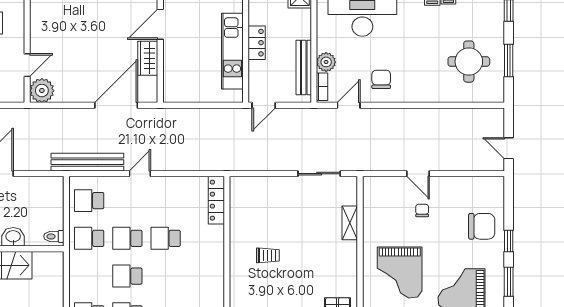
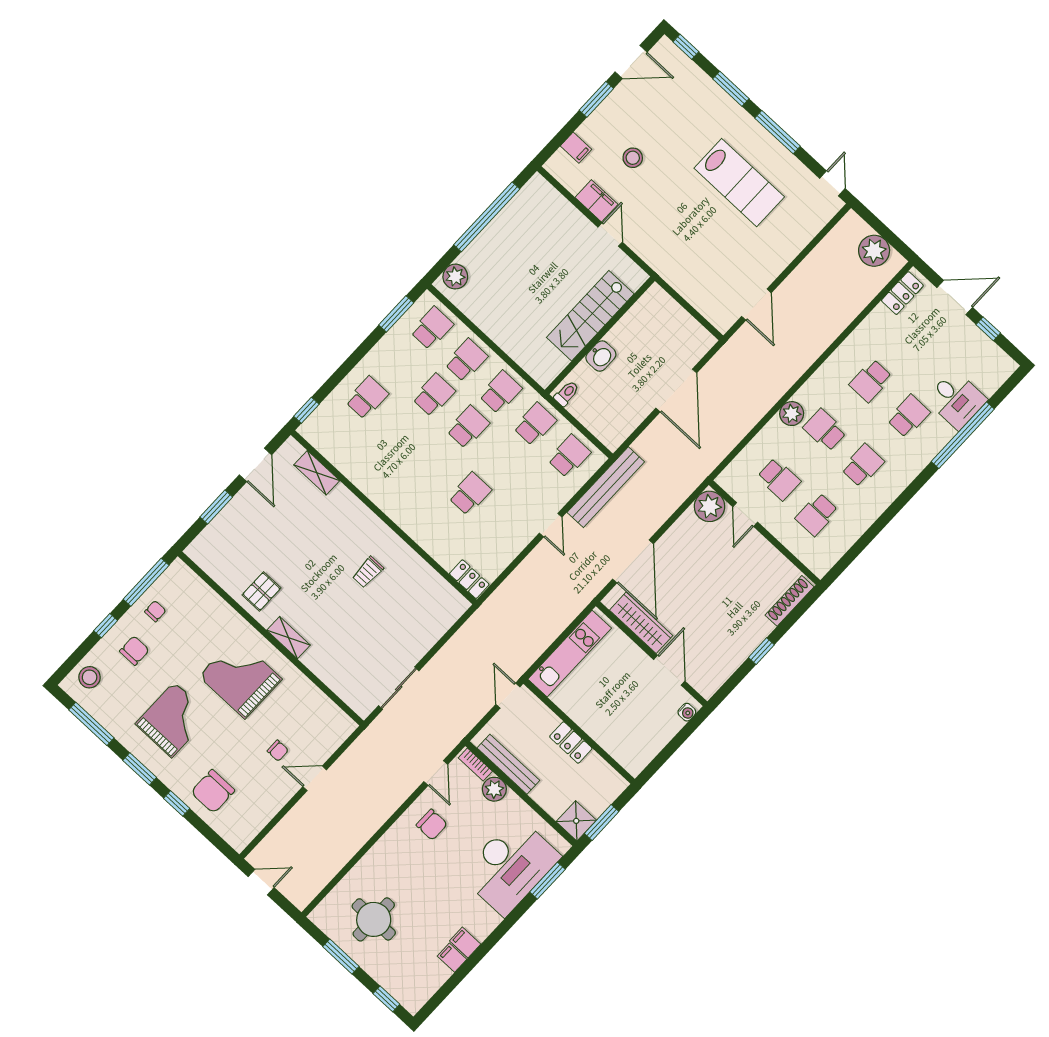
kitchen unit: (232, 51) -> (570, 654), moved, turned 90
wardrobe: (148, 58) -> (641, 623), width x1.50
locker: (216, 200) -> (469, 579), width x0.66
shelving: (350, 223) -> (288, 638), moved
school desk: (127, 238) -> (501, 392), moved

